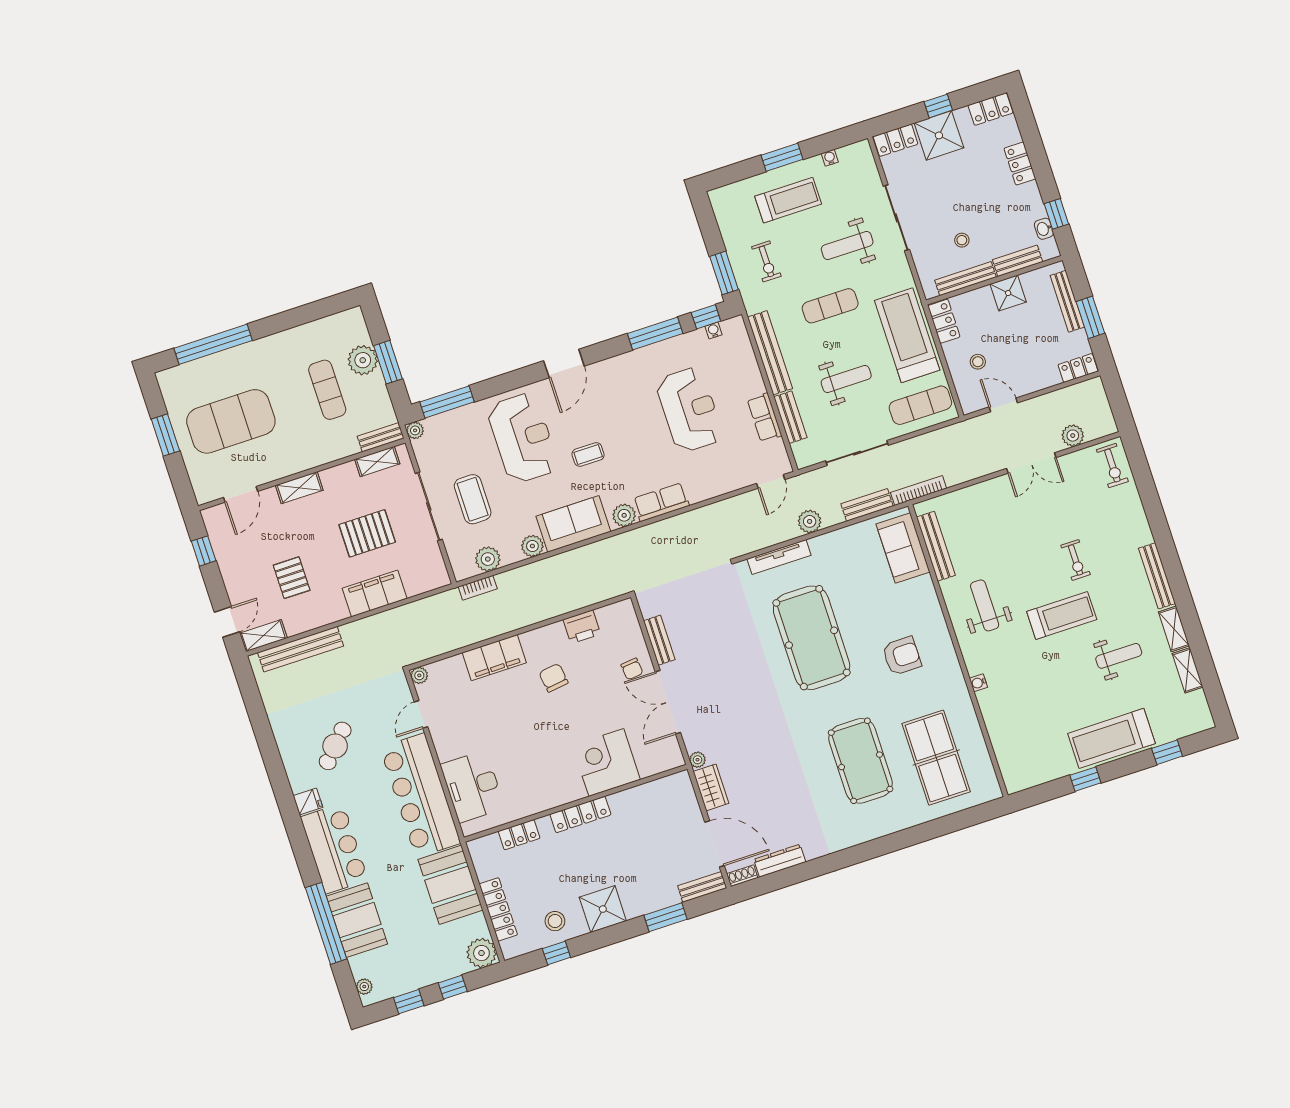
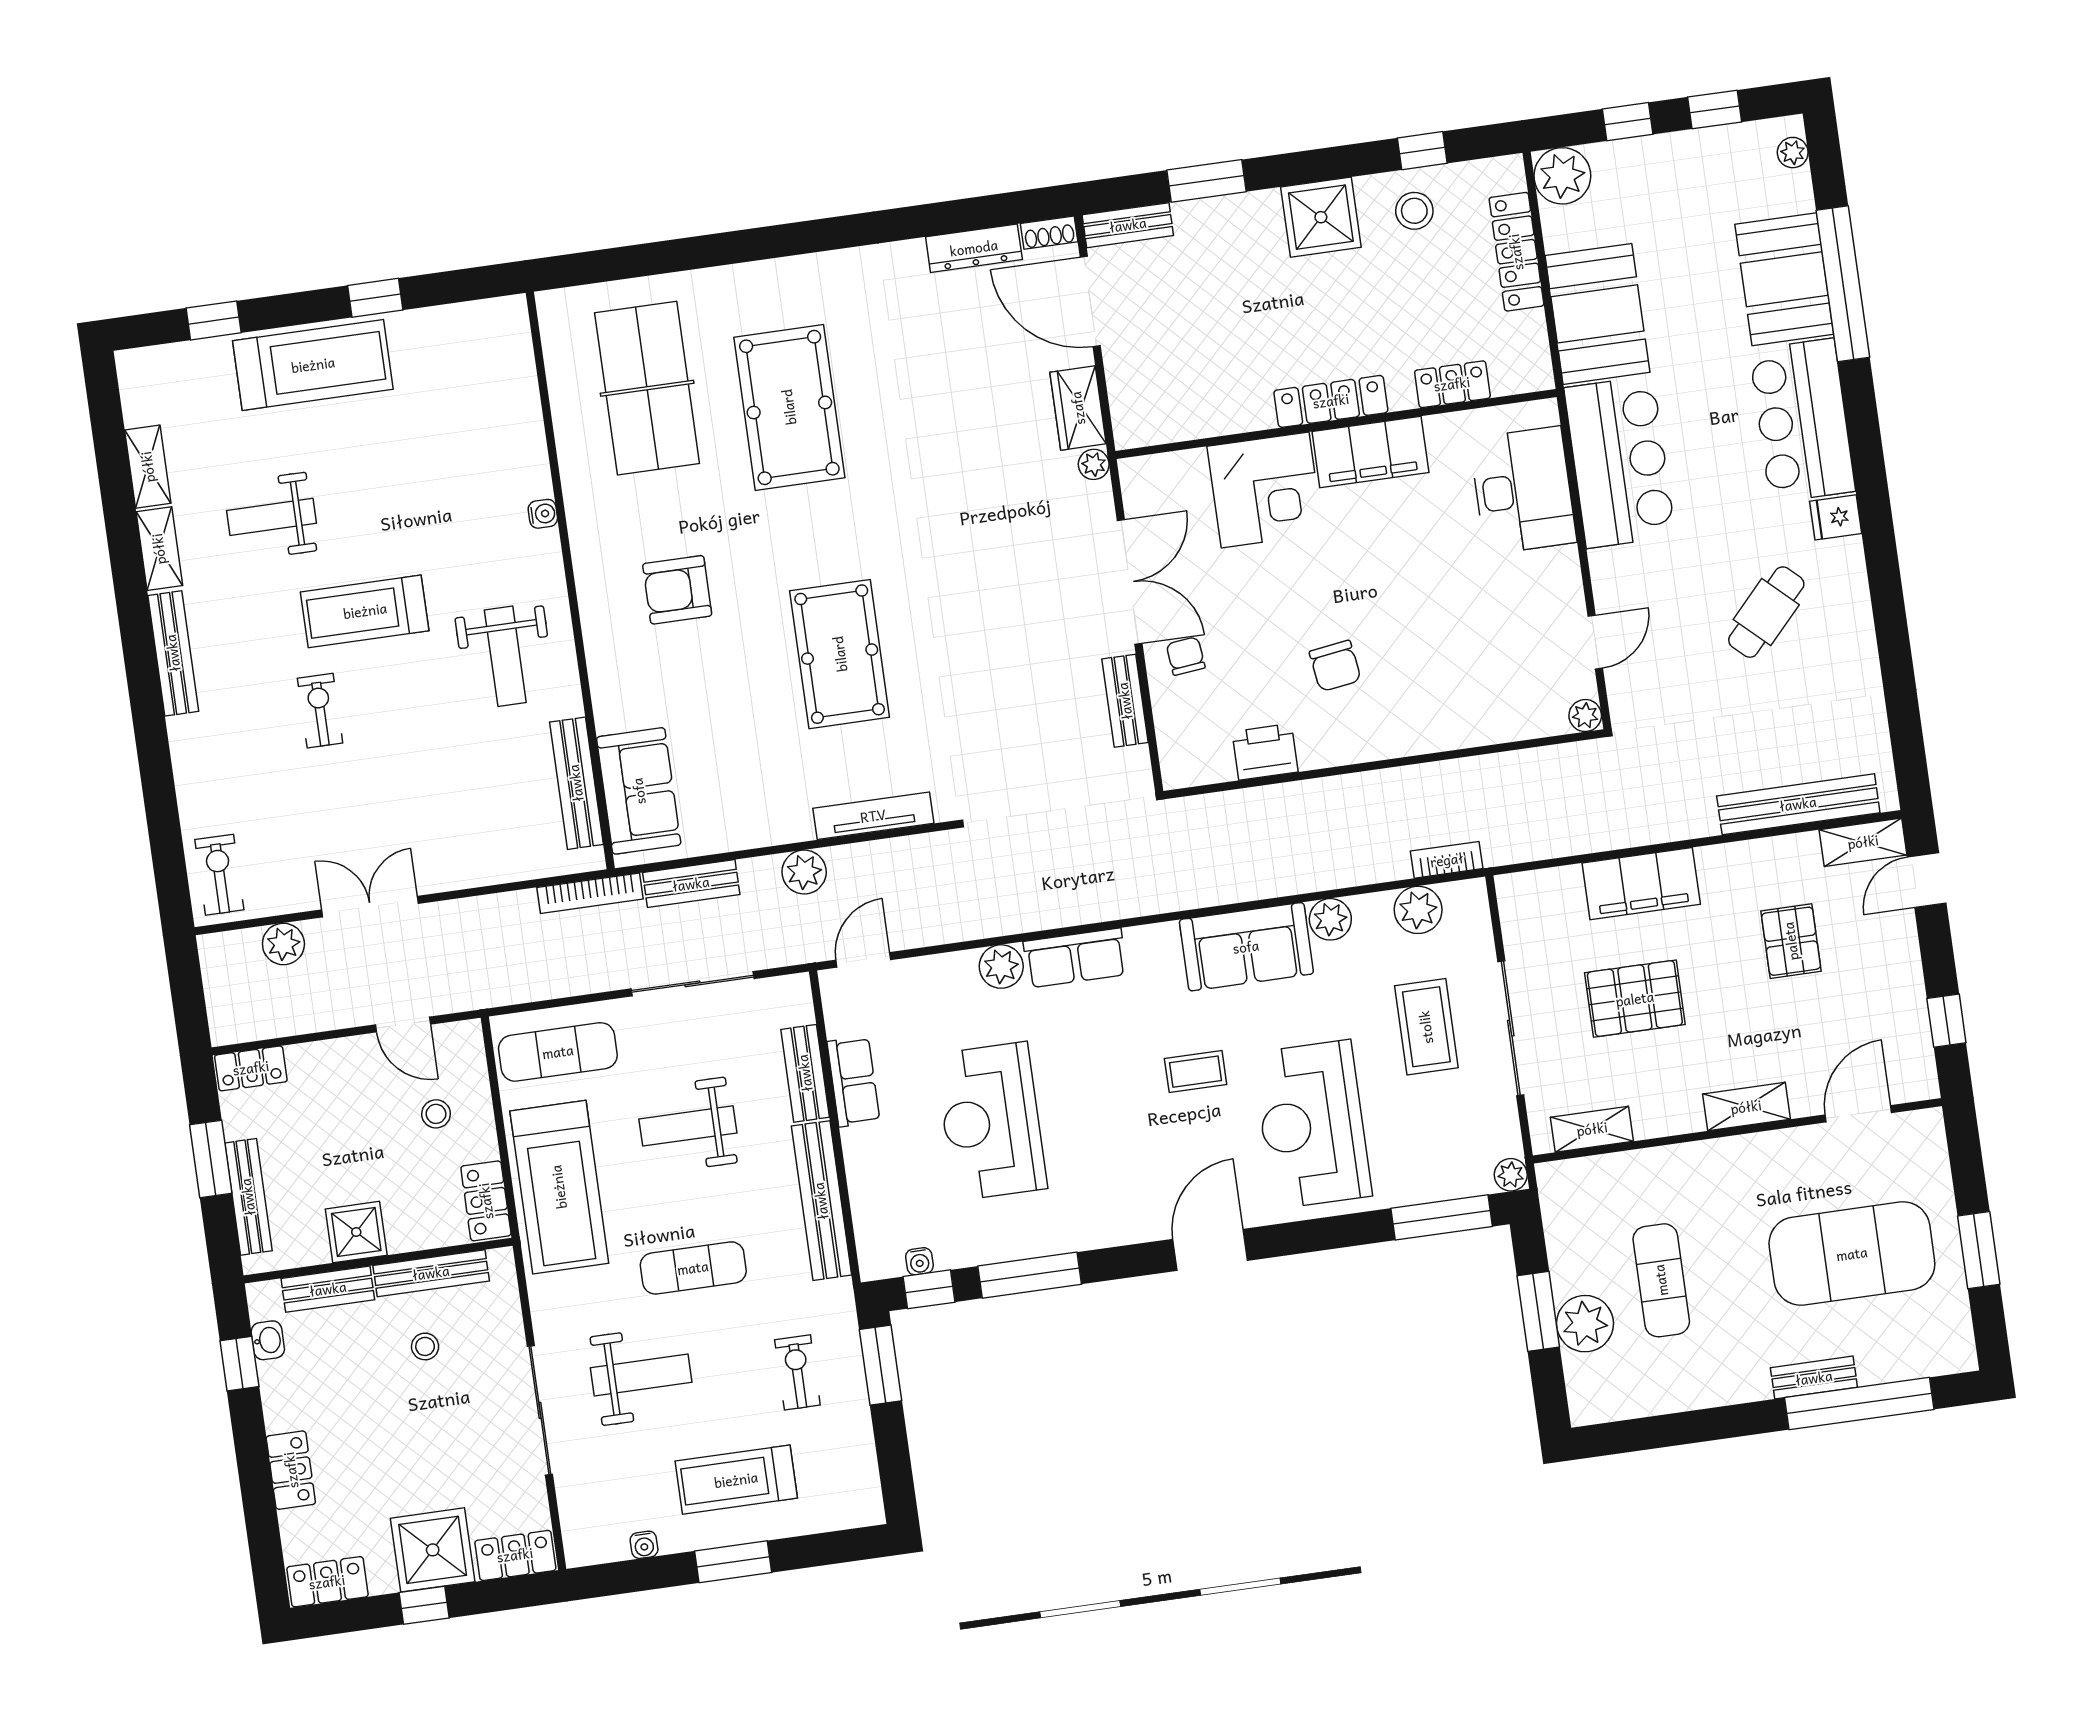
bench: (381, 437) -> (1814, 1378), moved
plant: (624, 515) -> (1001, 967), moved
pool table: (812, 638) -> (840, 654), width x0.73, depth x0.76
filing cabinet: (494, 658) -> (1370, 452), moved, turned 180
bar counter: (420, 795) -> (1620, 462), width x0.73

